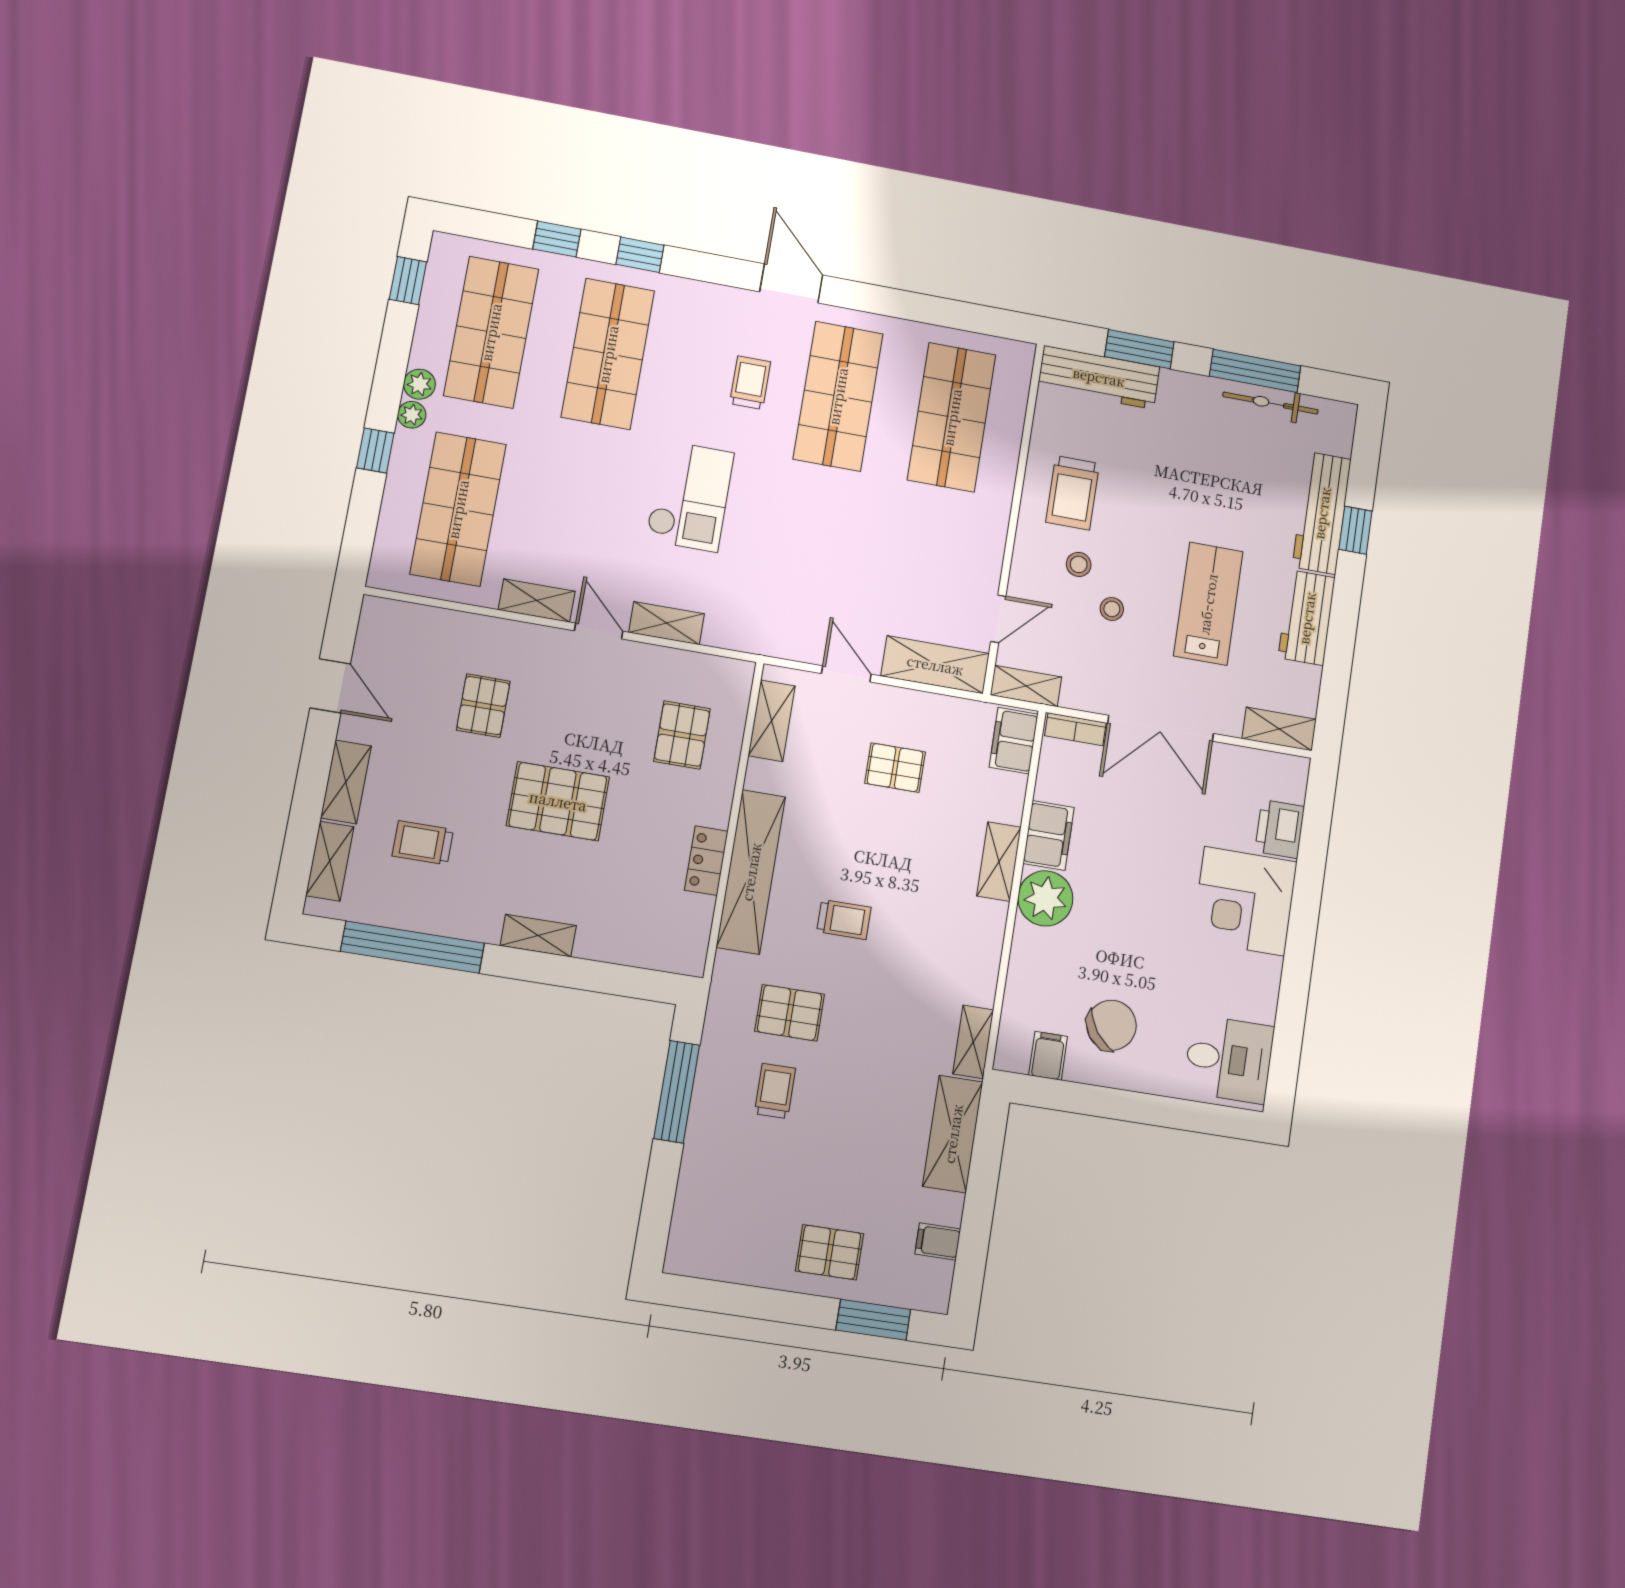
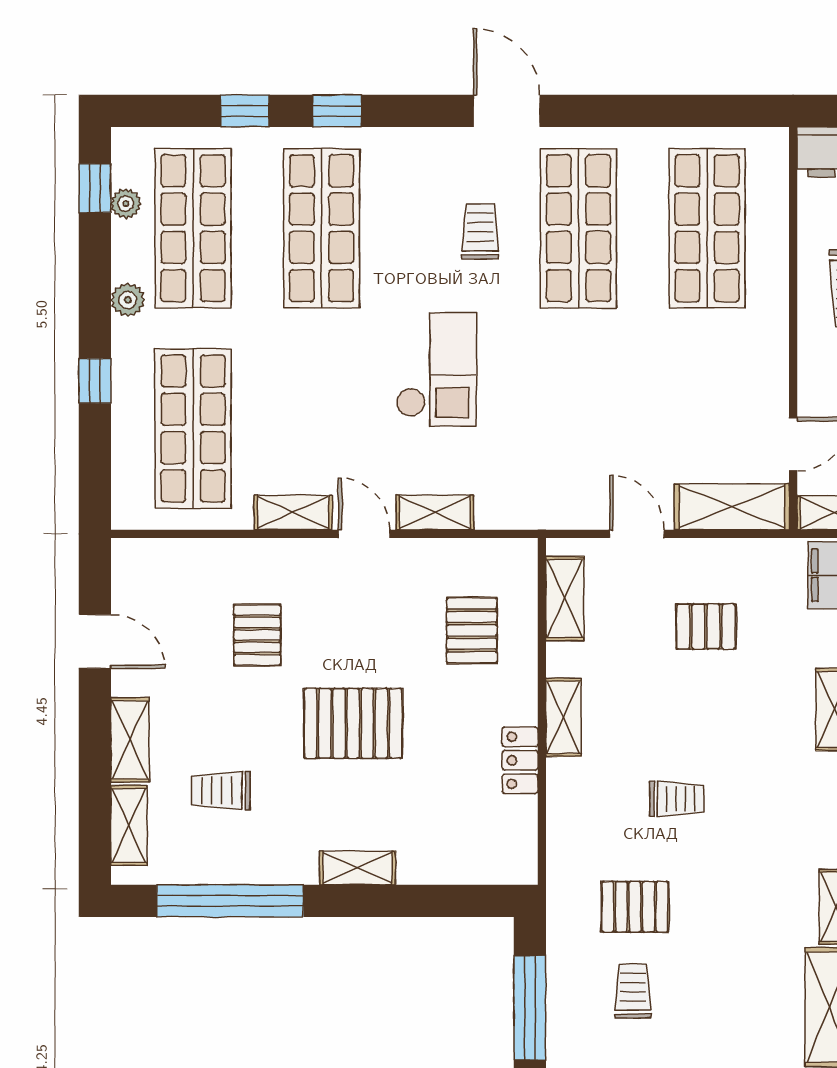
plant: (412, 415) -> (126, 204), moved
shelving: (751, 872) -> (563, 717), width x0.45, depth x0.75

